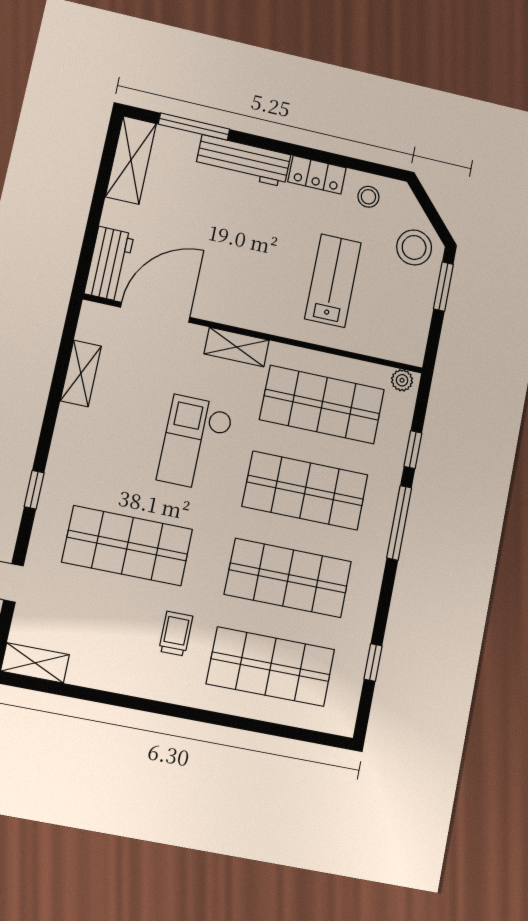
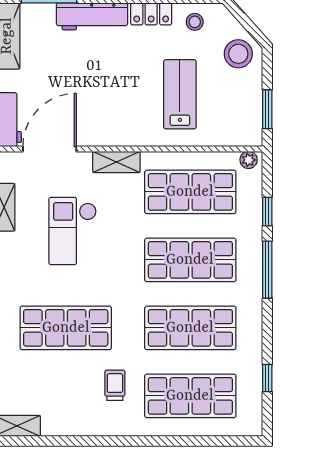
window: (443, 286) -> (267, 109), moved
checkout: (195, 443) -> (73, 231), moved

